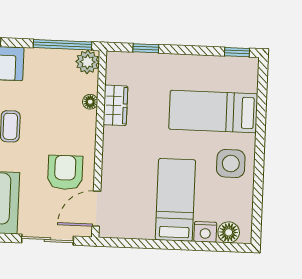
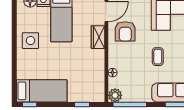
wardrobe: (115, 105) -> (98, 37), moved
bed: (213, 111) -> (42, 91), moved

